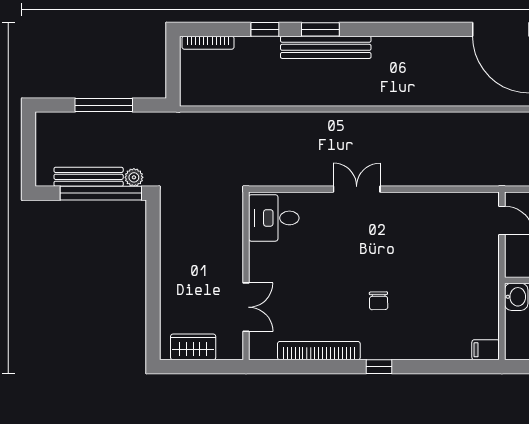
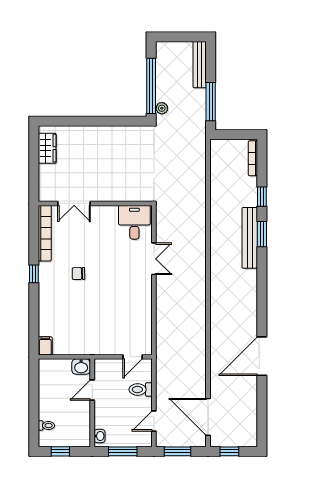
window: (104, 105) -> (211, 102), moved
bench: (89, 177) -> (200, 65), moved
desk: (274, 218) -> (134, 222), moved
wall: (246, 276) -> (95, 203), moved
double door: (246, 307) -> (74, 203), moved

